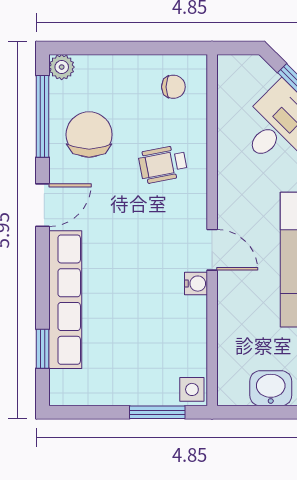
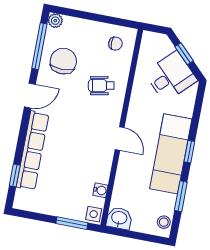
water cooler: (196, 284) -> (100, 190), moved
washbasin: (271, 388) -> (119, 218), moved

